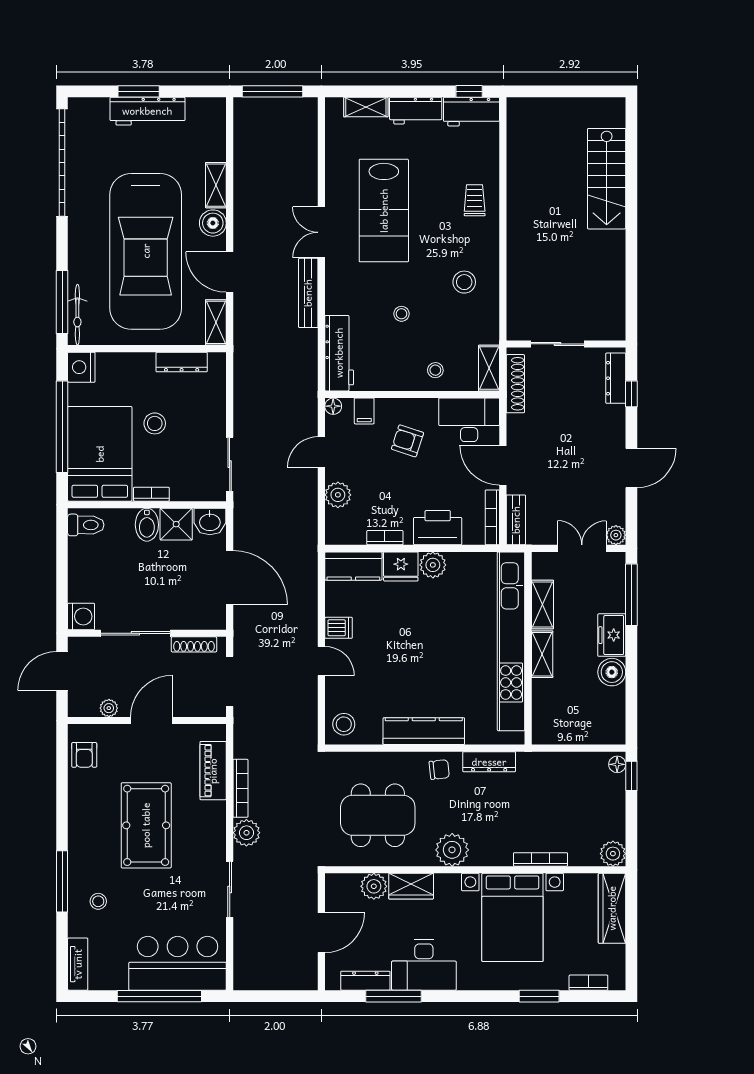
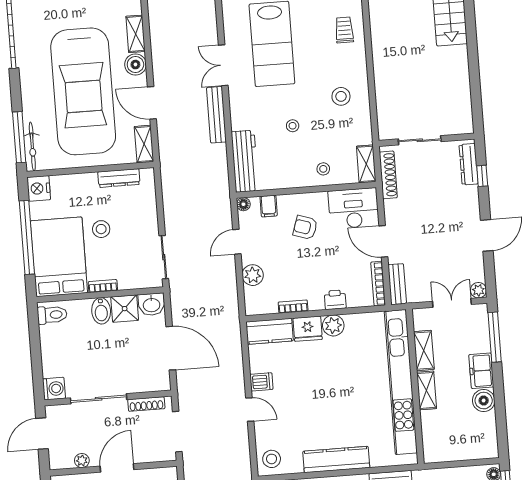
printer: (438, 528) -> (335, 300), width x0.53, depth x0.68

